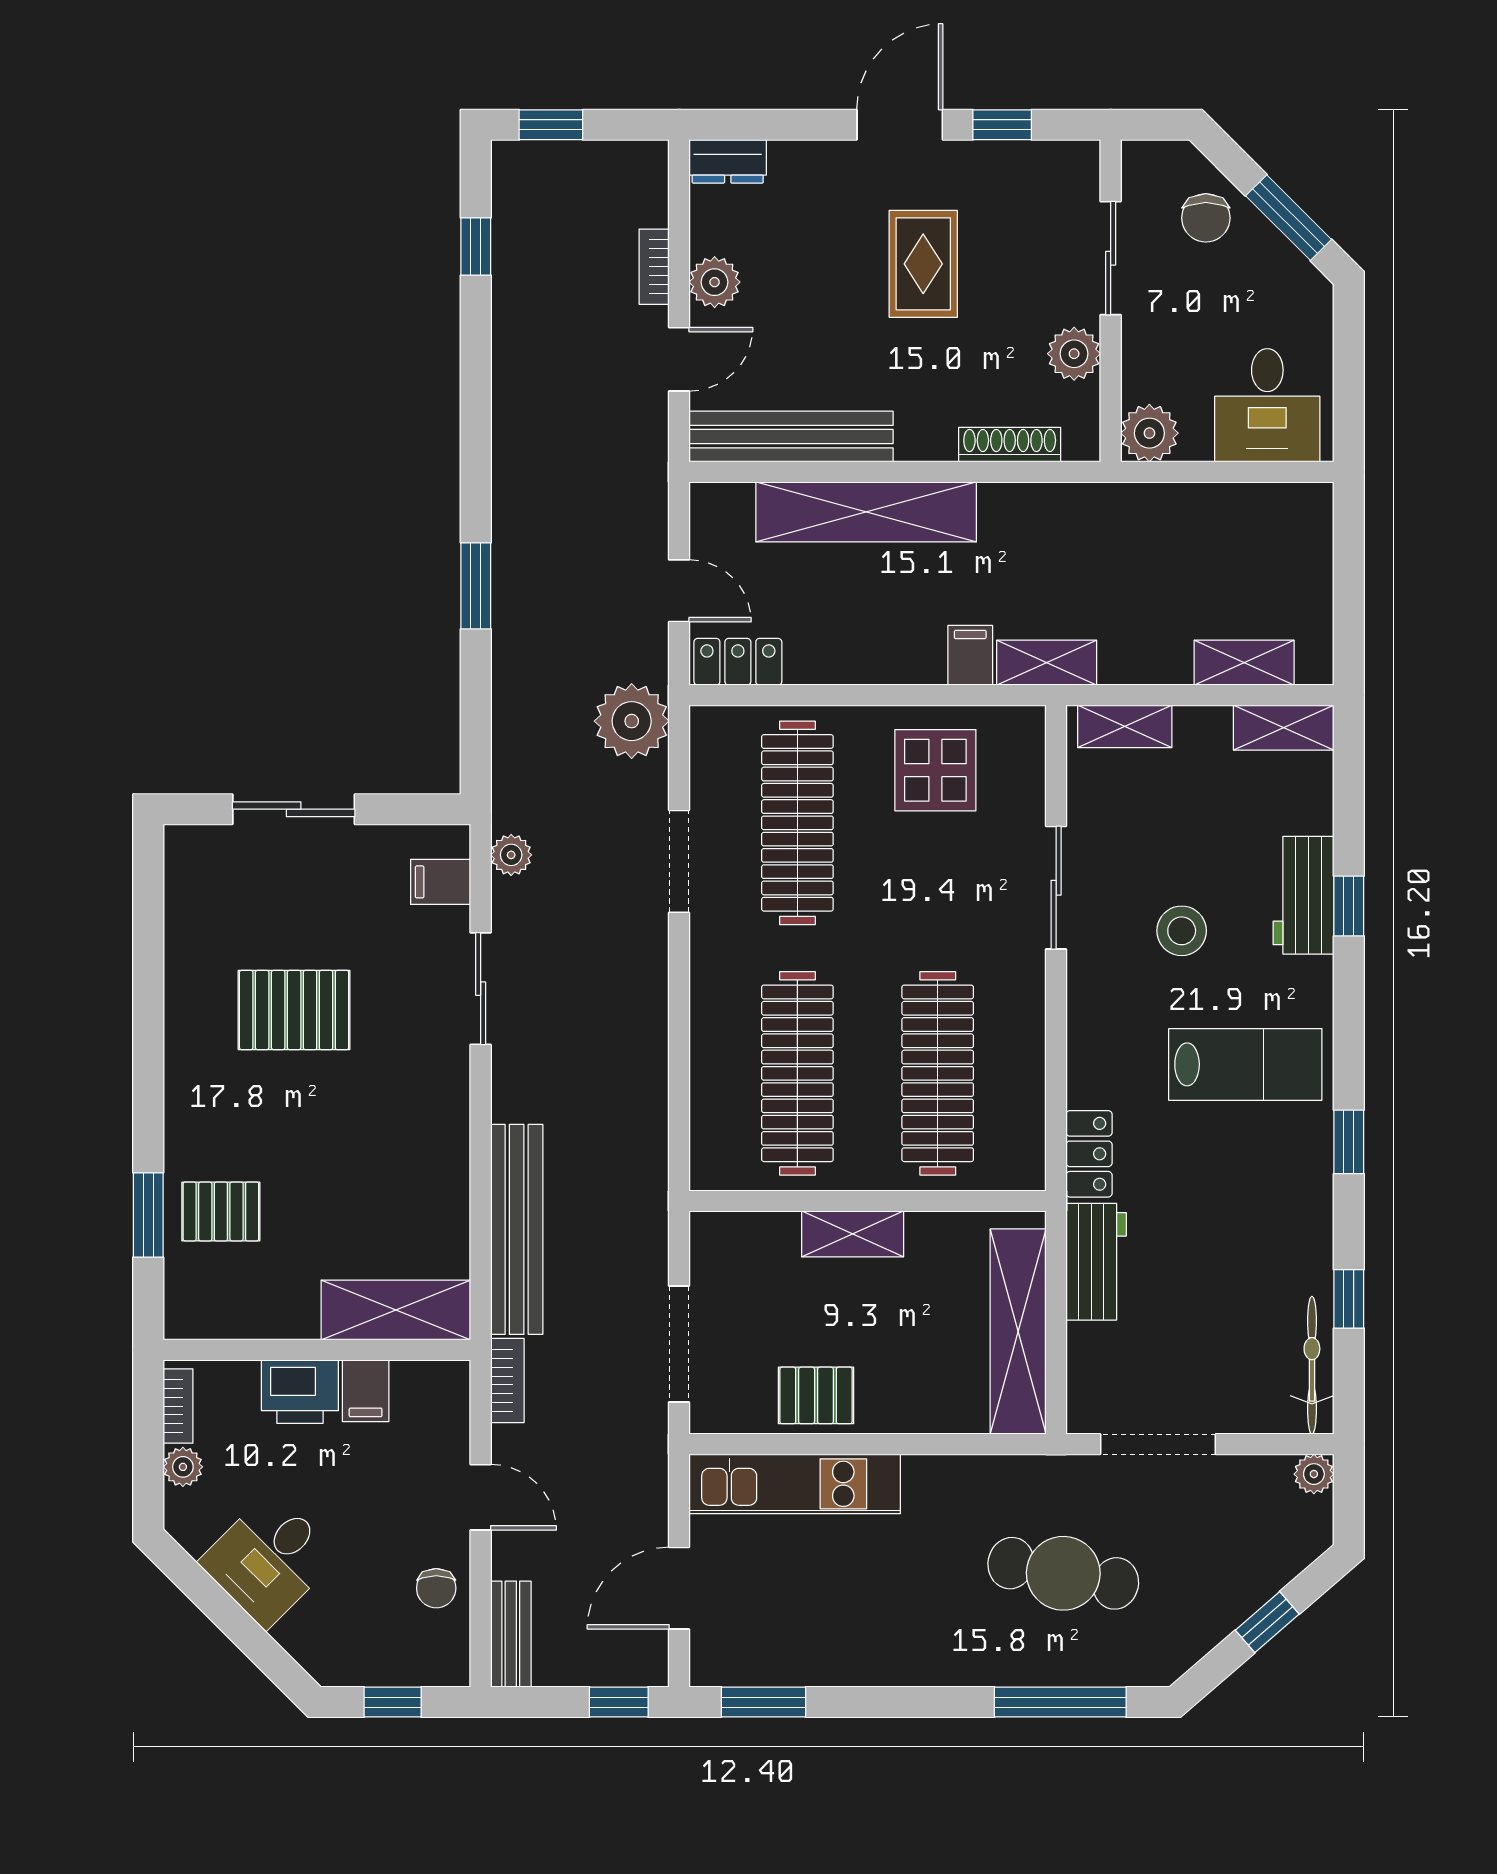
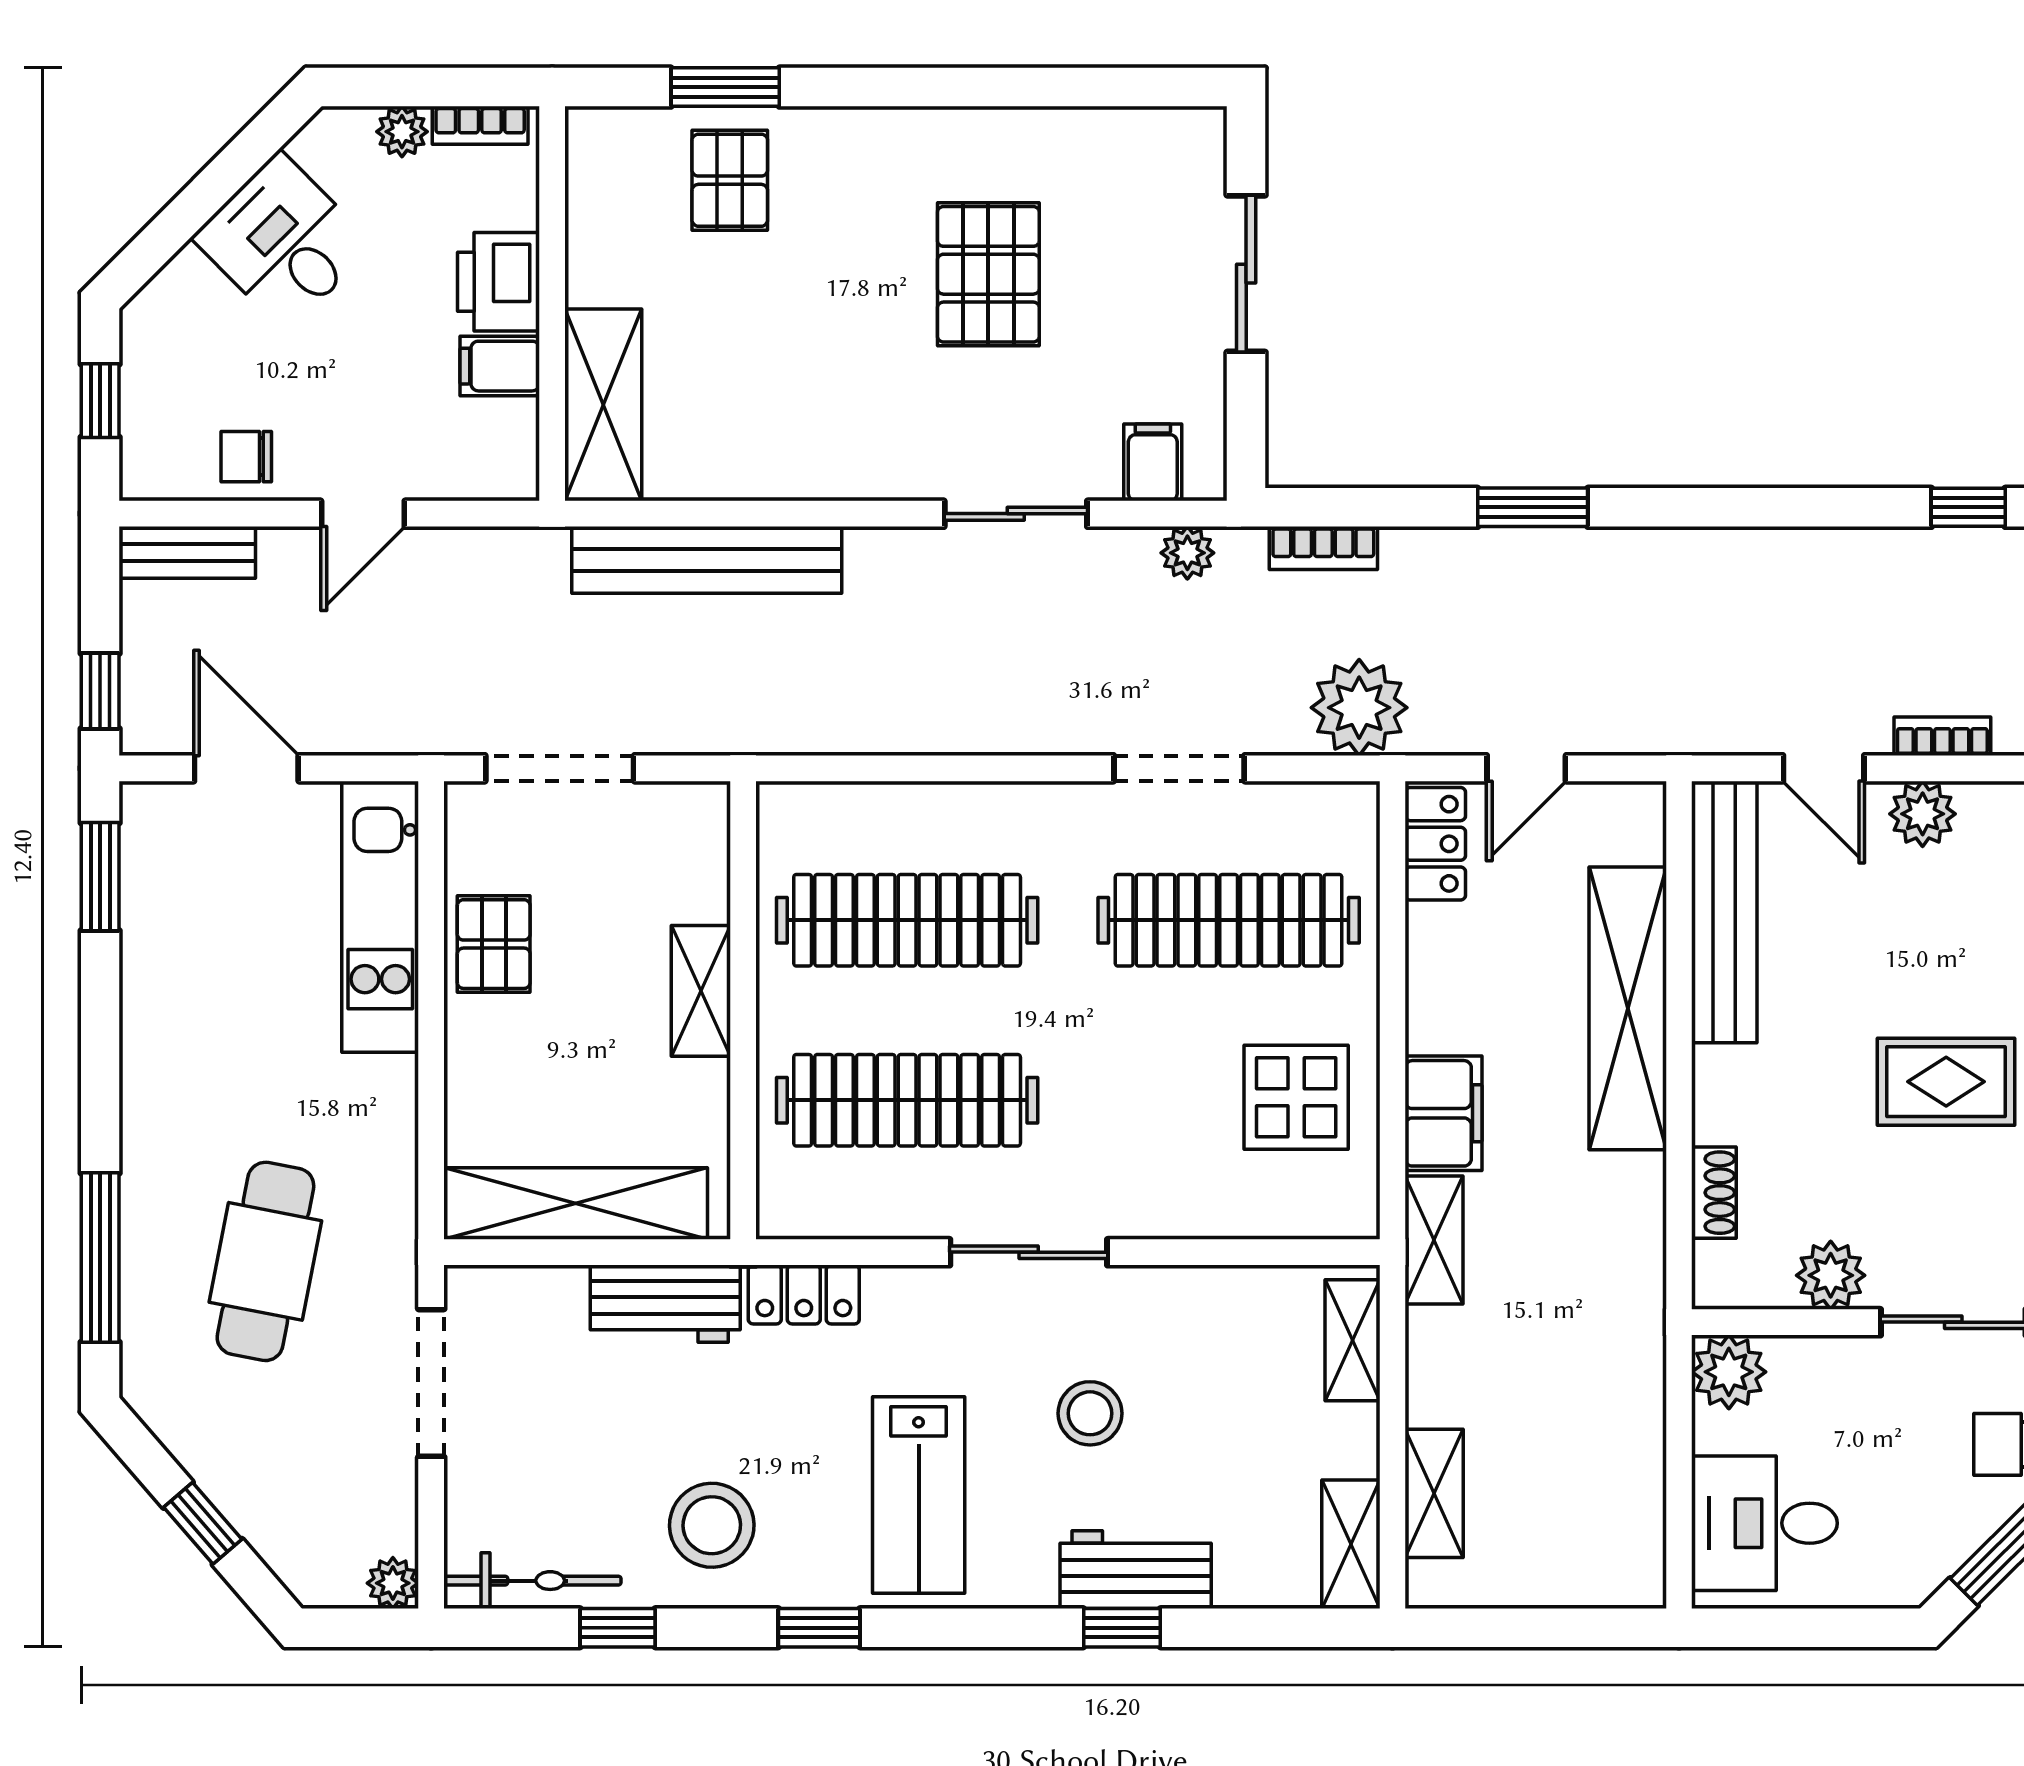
shoe rack: (1010, 445) -> (1714, 1193), width x0.70
filing cabinet: (970, 655) -> (1444, 1113), width x2.00
sliding door: (1056, 888) -> (1029, 1252), moved
stool: (1269, 1225) -> (712, 1525), added
bookcase: (507, 1381) -> (1323, 548), moved

